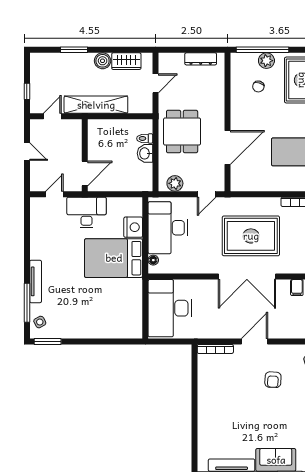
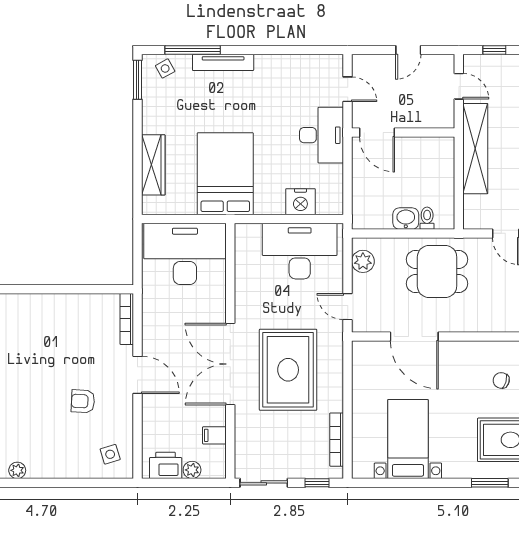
bed: (114, 258) -> (225, 174), moved
floor lamp: (153, 260) -> (253, 230), removed
wardrobe: (107, 330) -> (153, 165), added

